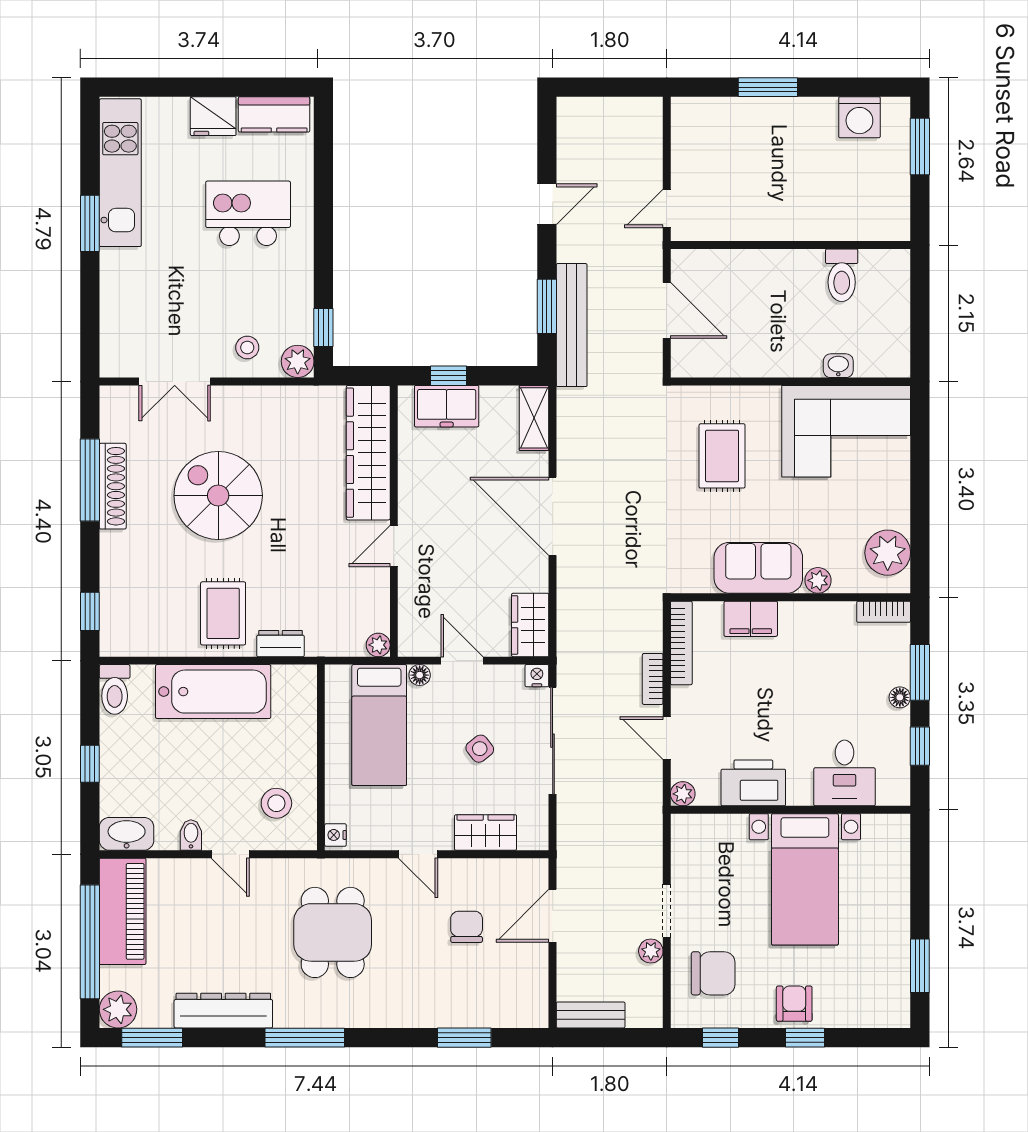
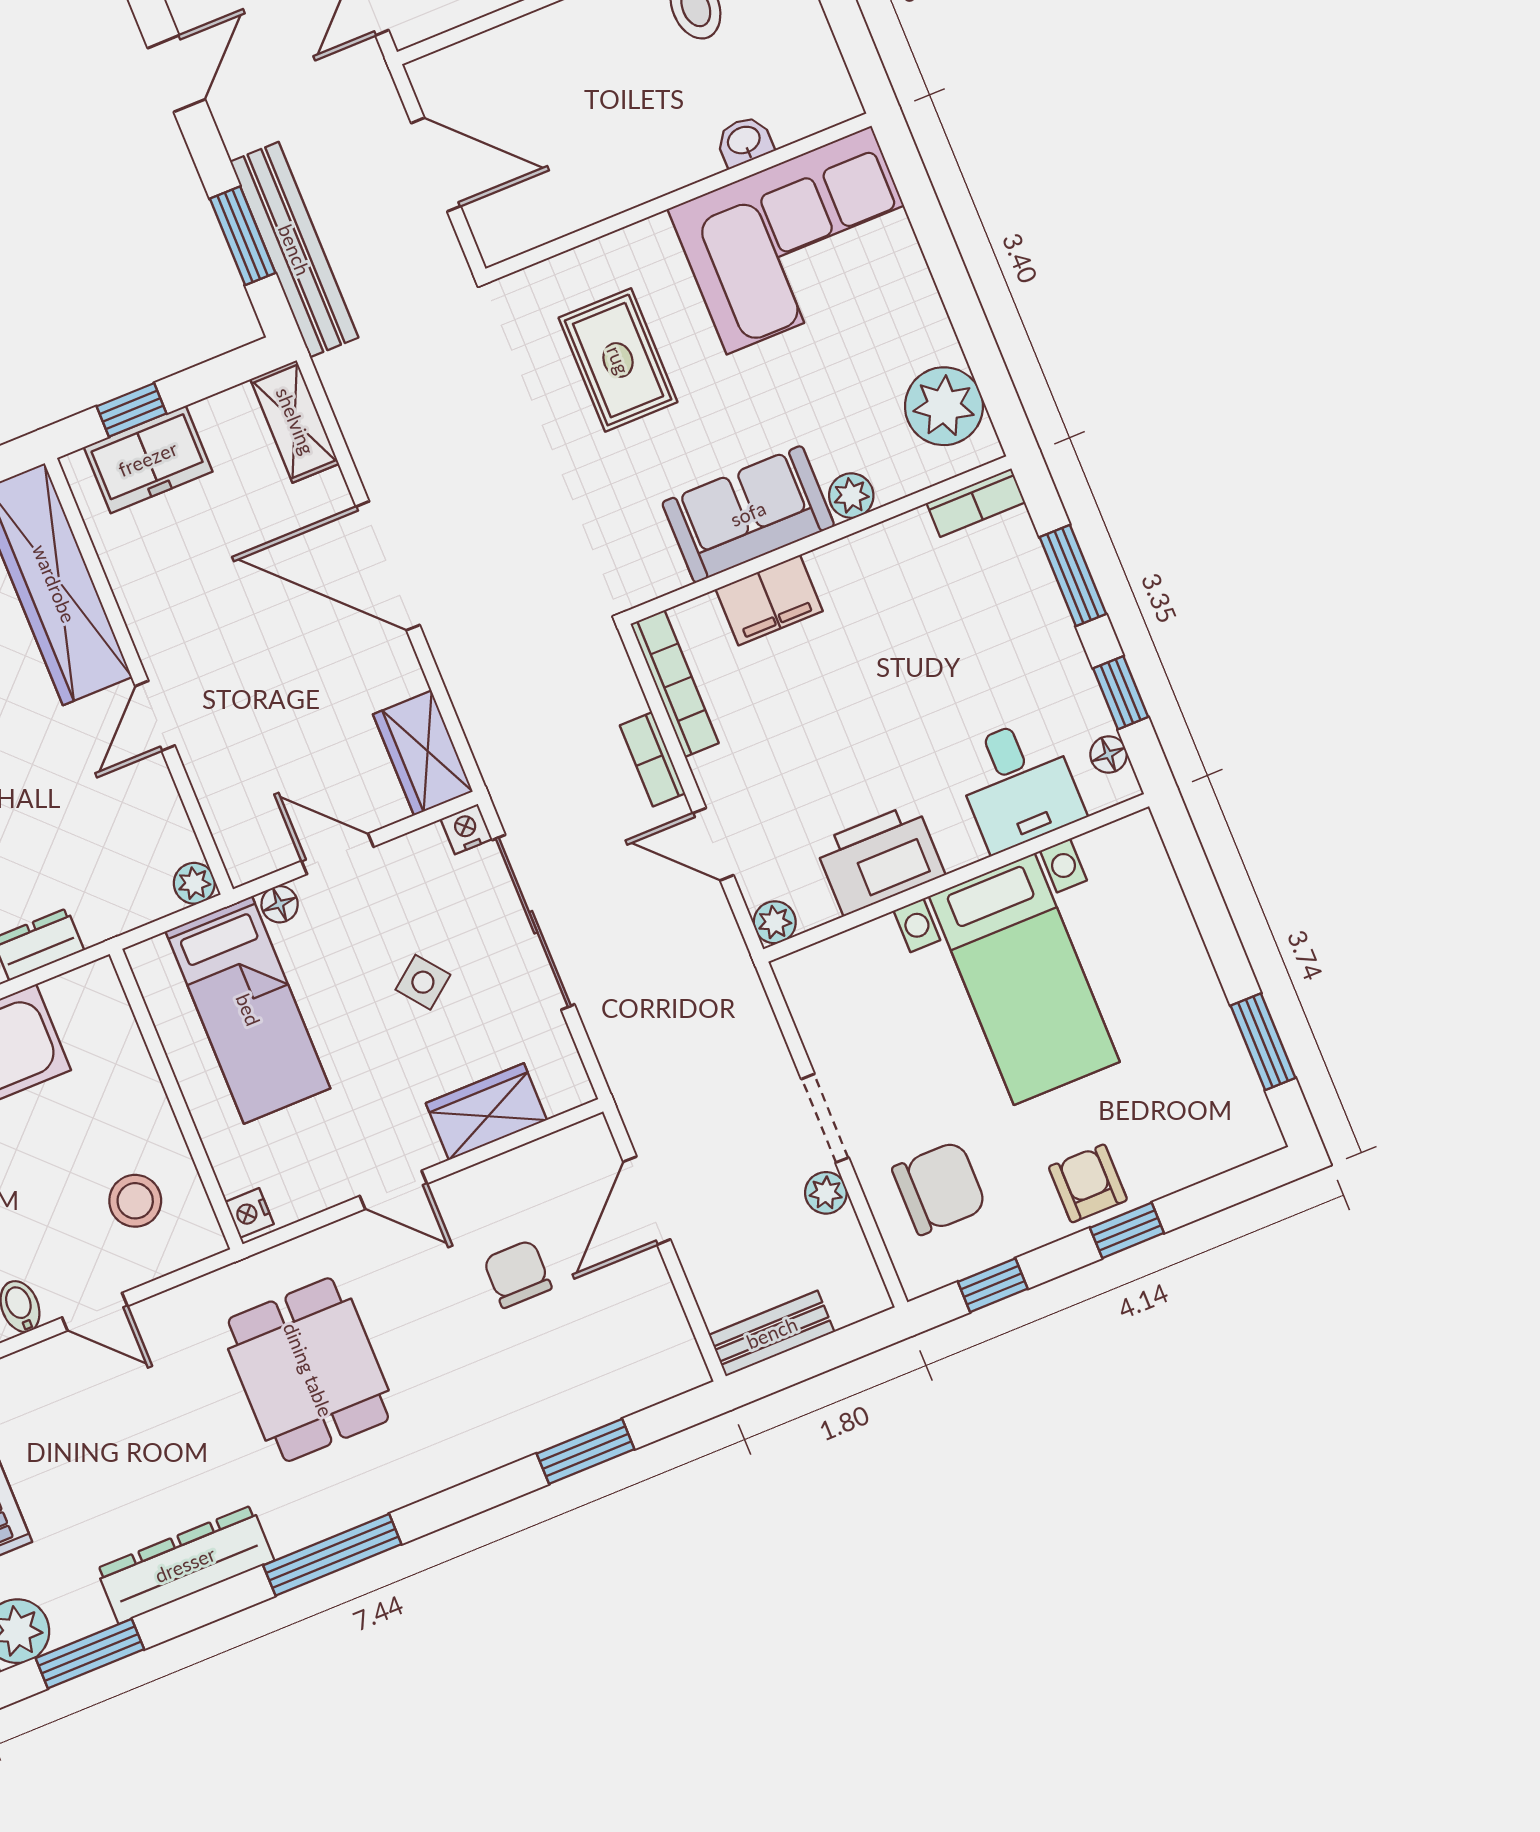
floor lamp: (900, 697) -> (1109, 755), moved

